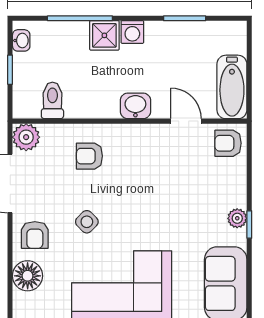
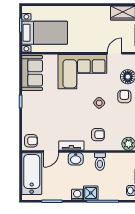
bathtub: (232, 87) -> (32, 174), width x1.36, depth x1.36
toilet: (52, 100) -> (100, 162), moved
door: (186, 121) -> (51, 152), hinge flipped
tv unit: (144, 133) -> (71, 146), added
plant: (237, 218) -> (26, 105), removed

